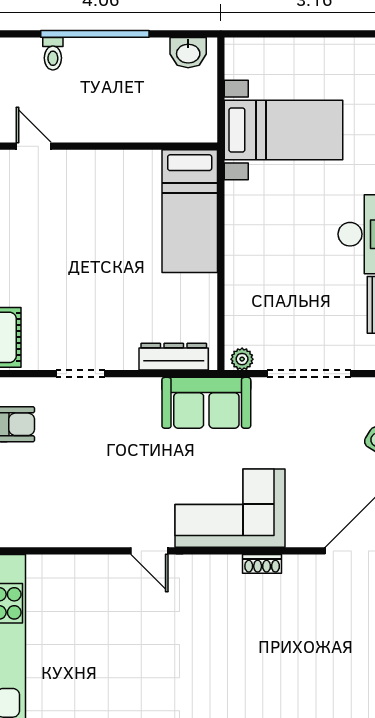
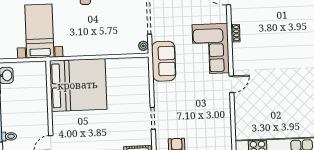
bed: (190, 211) -> (78, 85), width x2.04
dresser: (174, 357) -> (143, 77), removed

